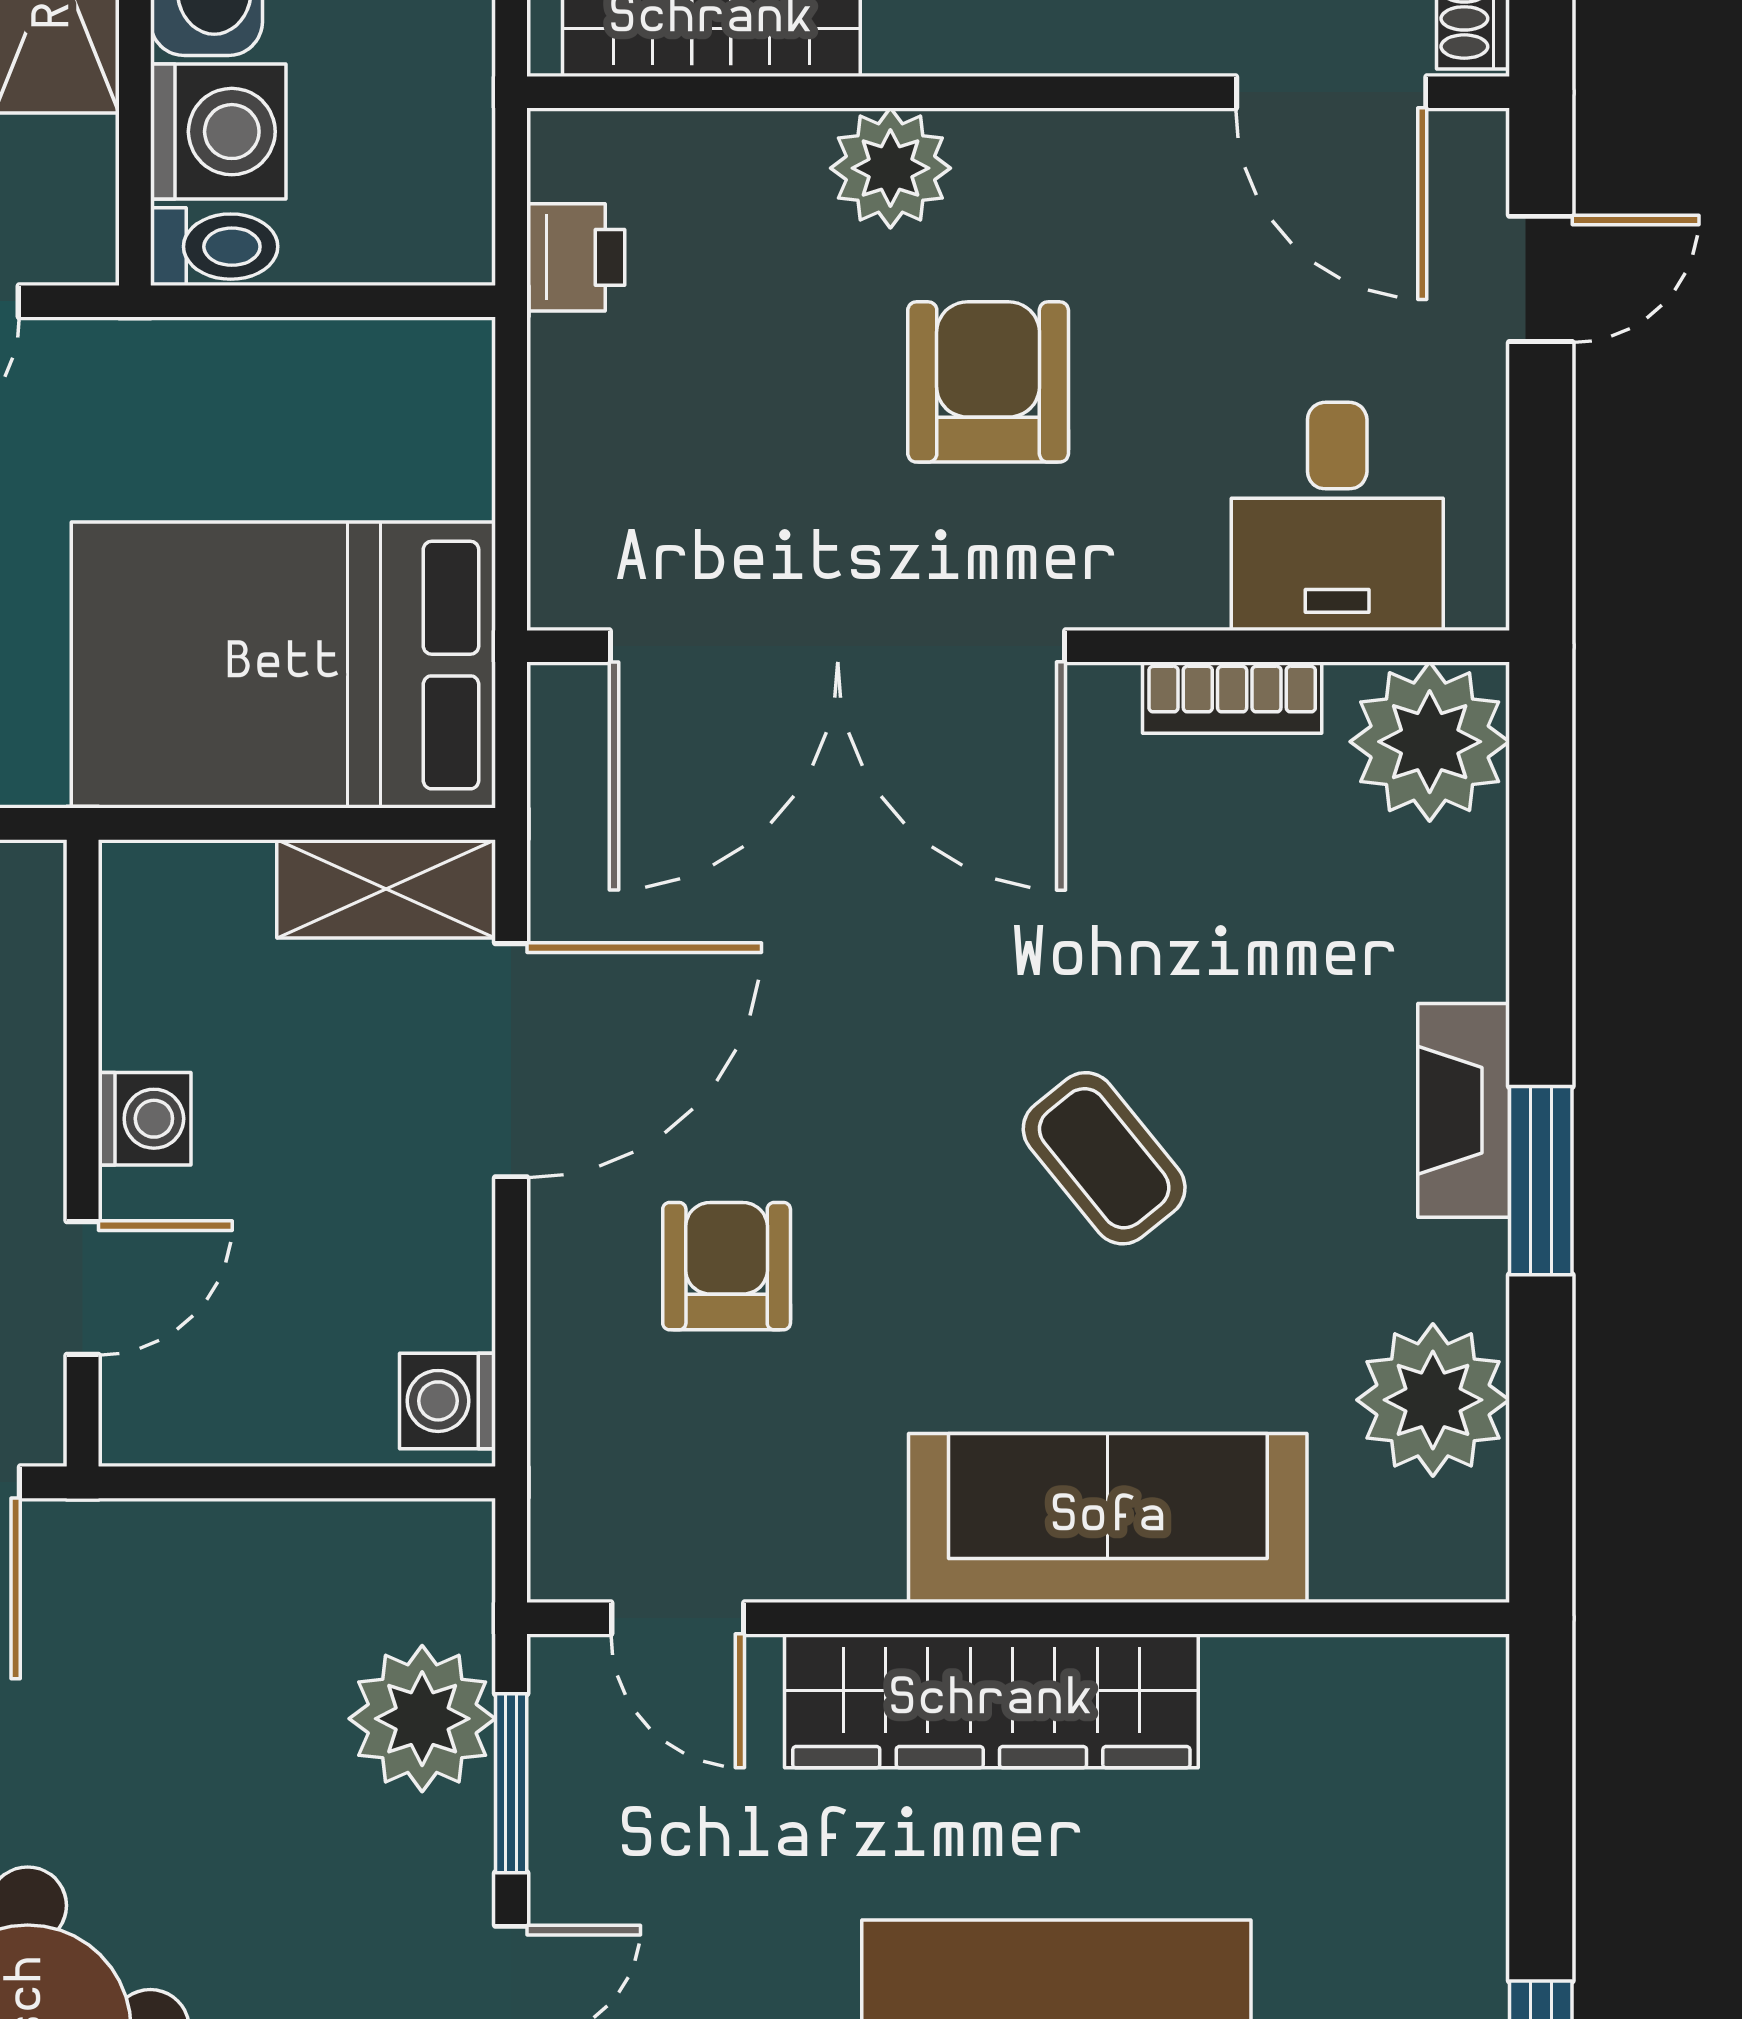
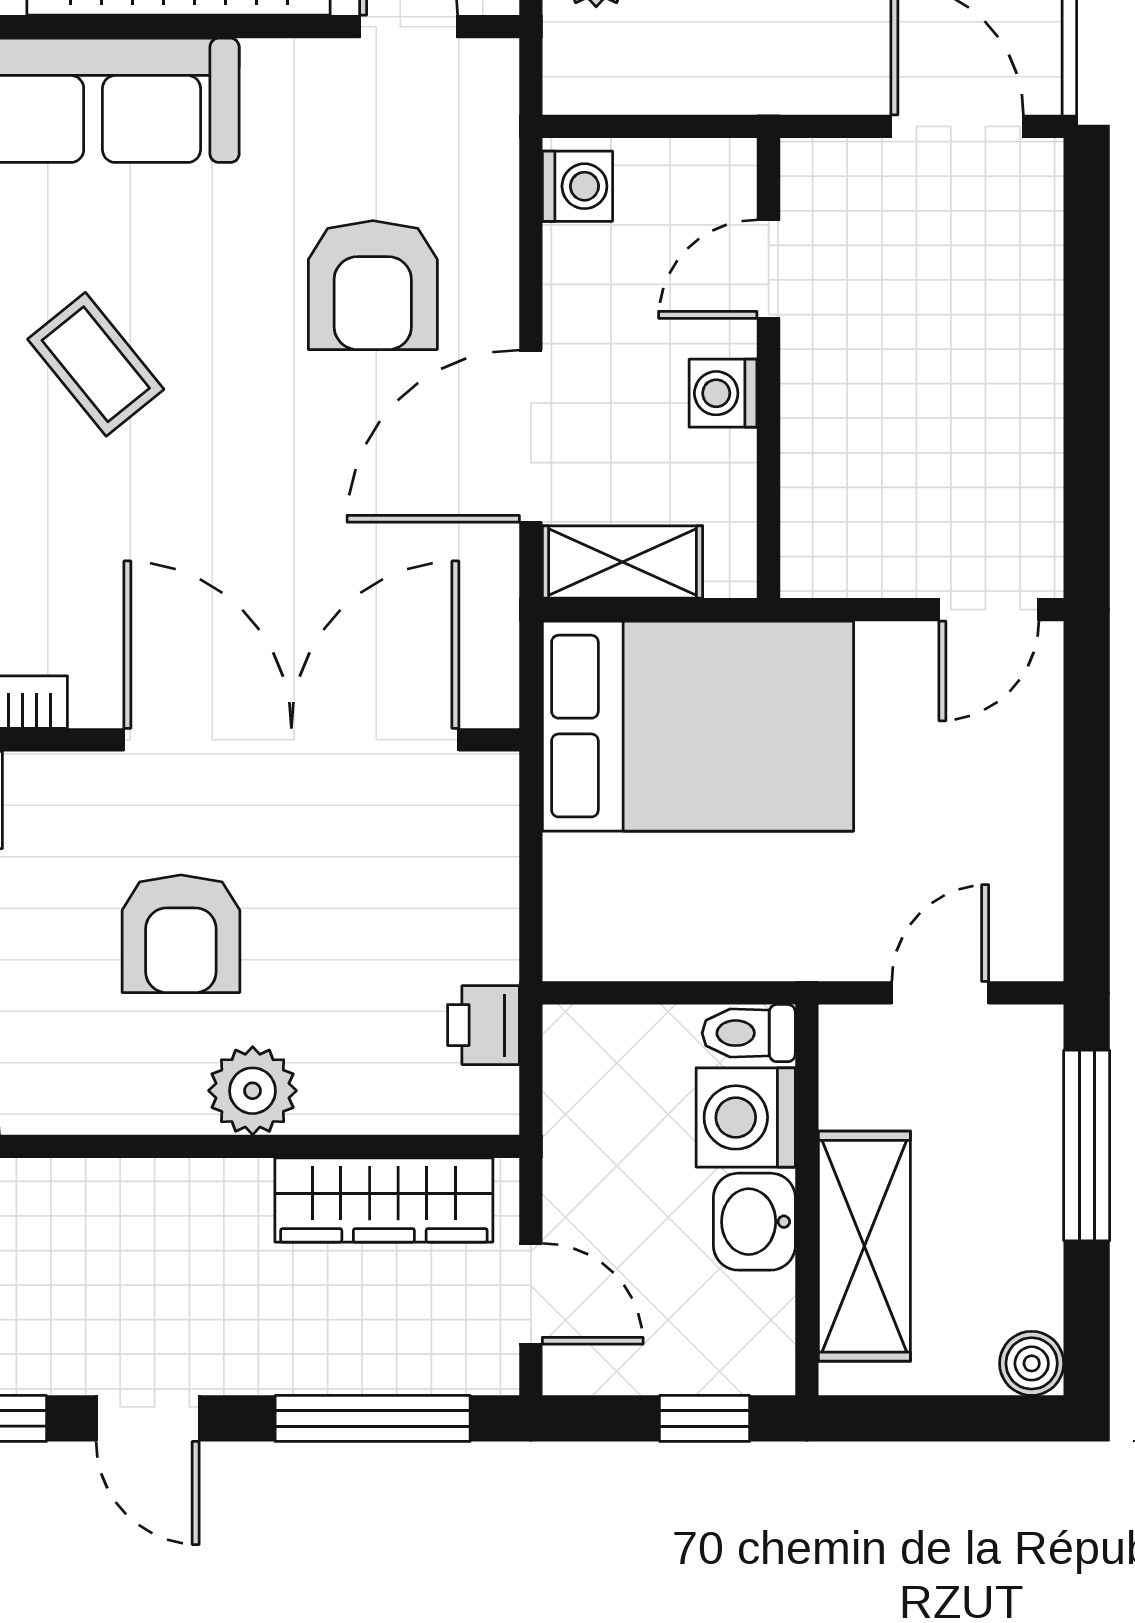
washing machine: (145, 1119) -> (723, 393), moved
wall: (83, 1153) -> (769, 368), moved
armchair: (727, 1266) -> (373, 285), width x1.38, depth x1.38
door: (83, 1288) -> (769, 269), moved

